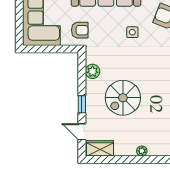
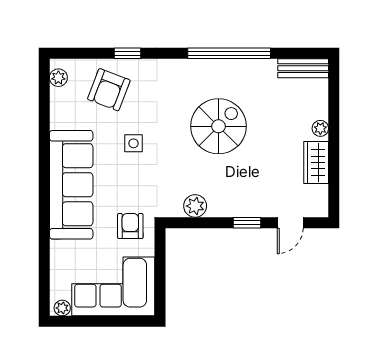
spiral stairs: (123, 98) -> (218, 126), moved, turned -90
wardrobe: (100, 148) -> (316, 162), moved

